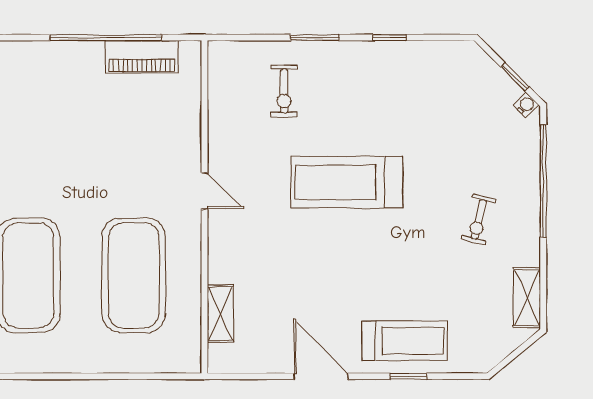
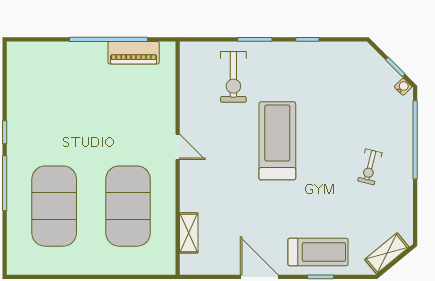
exercise bike: (284, 91) -> (233, 77), width x1.38, depth x1.39
treadmill: (347, 182) -> (277, 141), turned 90
shelving: (527, 298) -> (387, 253), moved, turned 50

